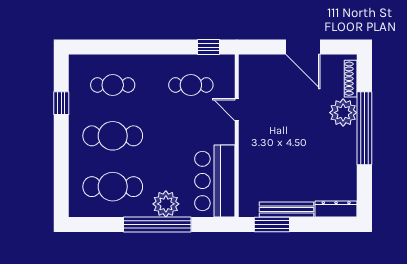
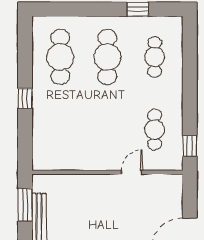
bar counter: (215, 181) -> (65, 152), removed
plant: (166, 204) -> (44, 106), removed
window: (157, 225) -> (25, 98), width x0.32

